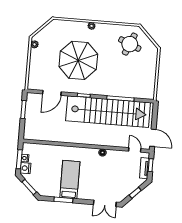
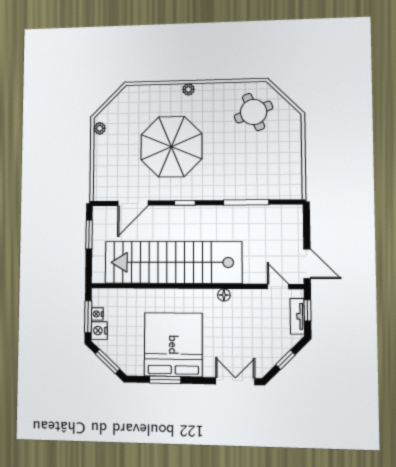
round table: (130, 44) -> (254, 112), turned 45
stairs: (108, 112) -> (173, 262), moved, turned 180
bed: (70, 180) -> (173, 345), width x2.04
double door: (105, 203) -> (235, 381), swing flipped

